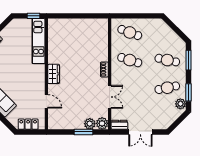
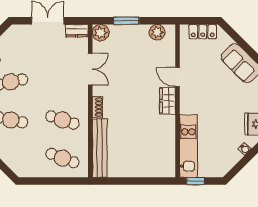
bench: (103, 40) -> (100, 148), added
double door: (110, 97) -> (90, 69), swing flipped
door: (46, 101) -> (177, 77), moved
plant: (90, 124) -> (157, 32), moved

